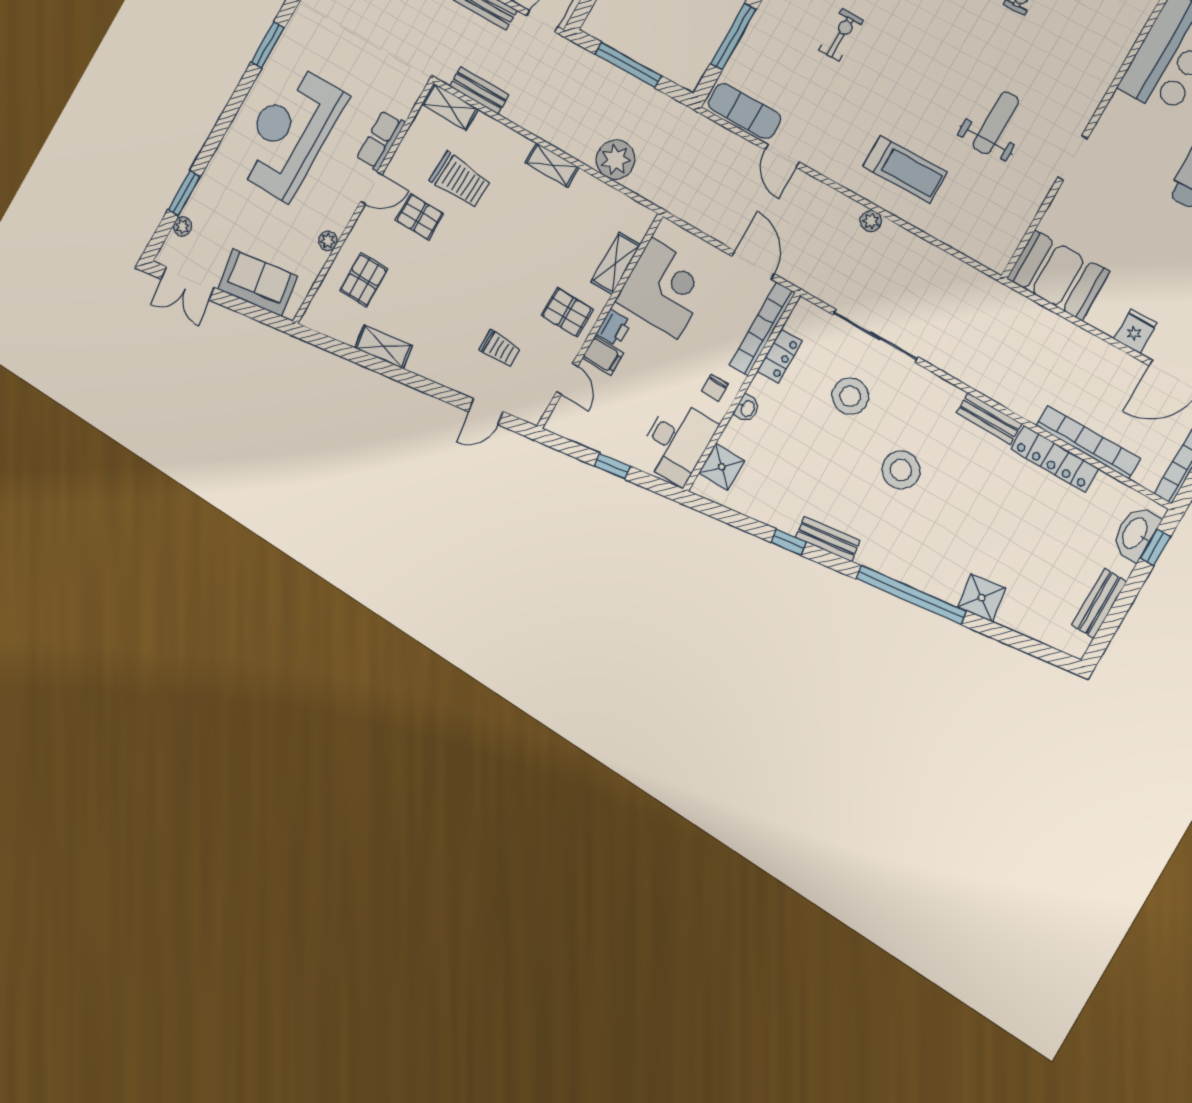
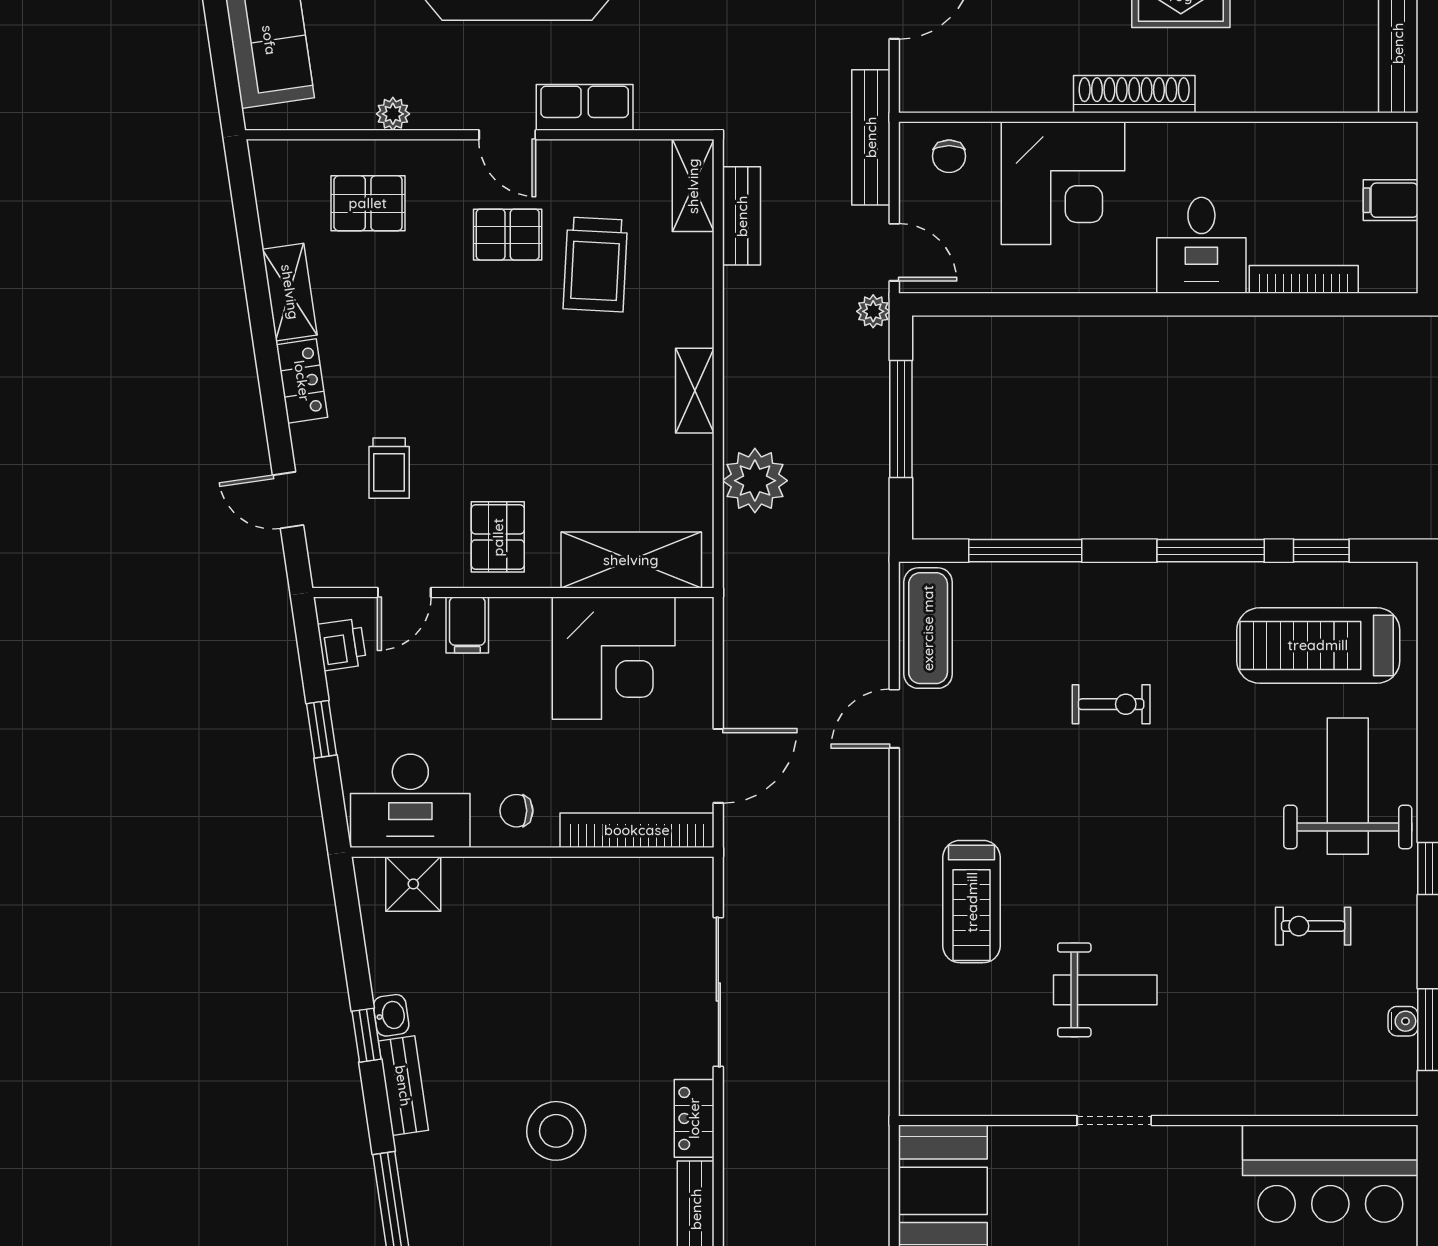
pallet: (420, 217) -> (508, 235), turned 90
plant: (871, 221) -> (873, 311), moved
shelving: (616, 263) -> (631, 560), width x1.50, depth x1.33
printer: (614, 328) -> (342, 645), moved, turned -98
locker: (780, 356) -> (694, 1118), moved, turned 90
locker: (431, 368) -> (302, 381), added
stool: (850, 396) -> (616, 1005), removed
washbasin: (747, 408) -> (391, 1015), moved, turned -98

